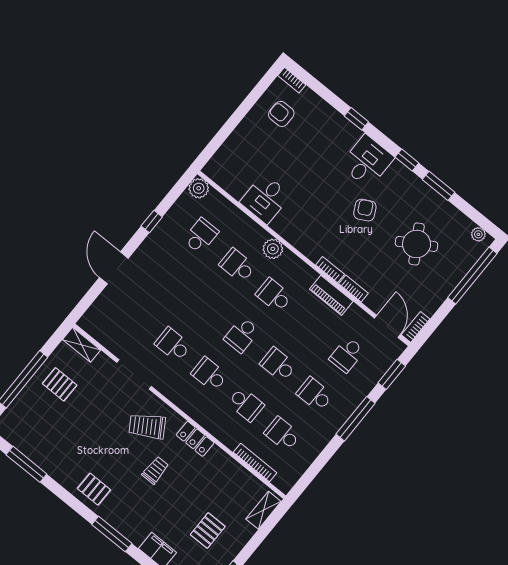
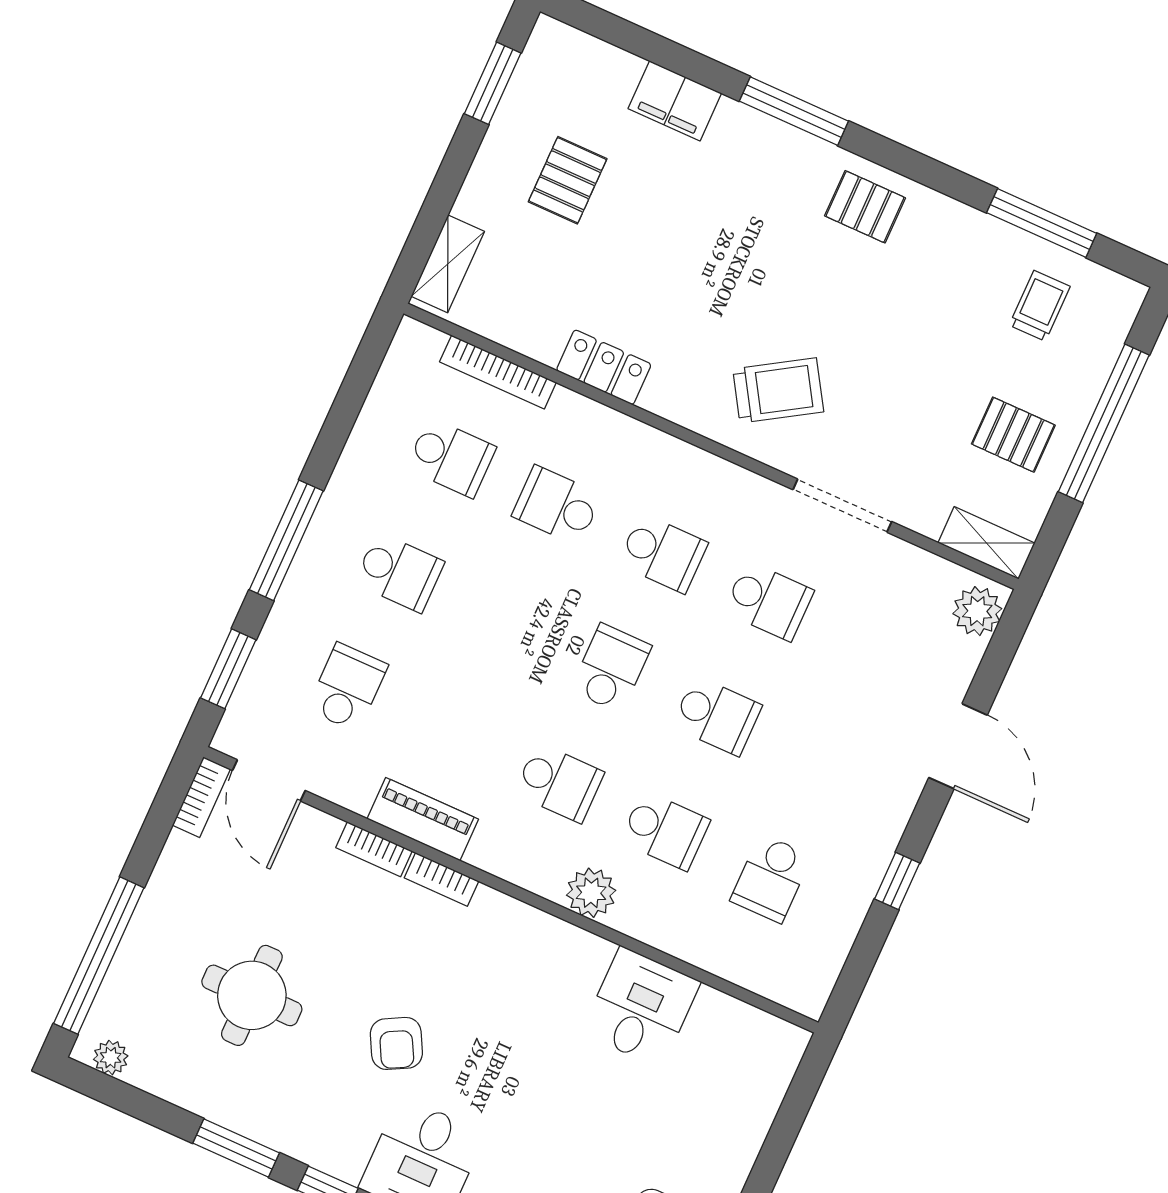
plant: (199, 188) -> (977, 611), moved
round table: (417, 244) -> (252, 995), turned 31
school desk: (278, 365) -> (717, 716), moved
locker: (195, 439) -> (604, 367), moved
trolley: (155, 470) -> (1040, 306), moved, turned 180

